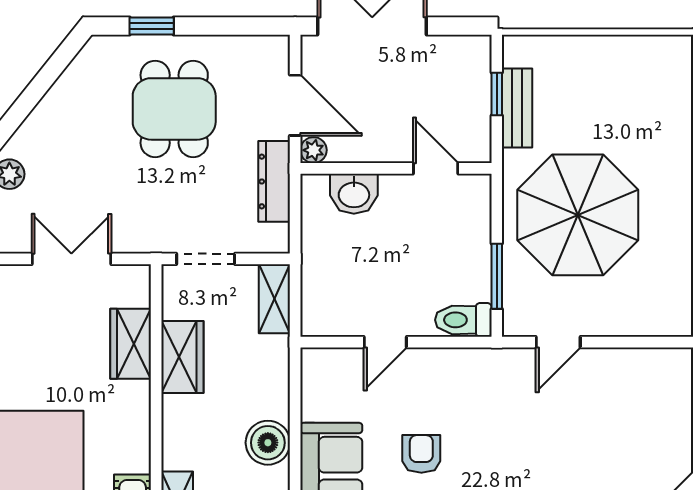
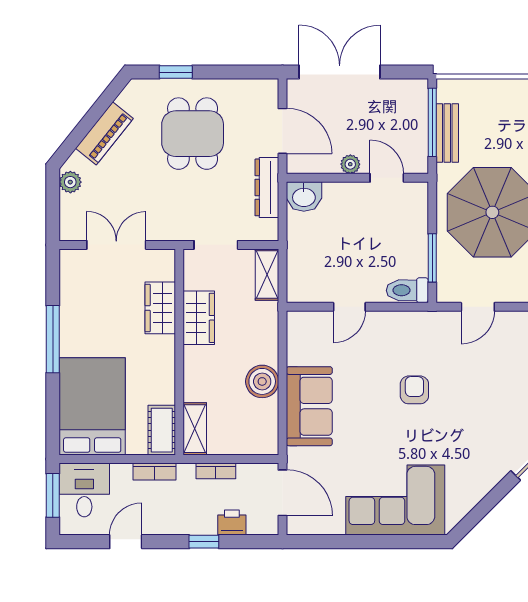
window: (497, 94) -> (432, 122), width x2.17
piano: (55, 109) -> (104, 133), added
plant: (313, 150) -> (350, 164), moved
washbasin: (354, 194) -> (304, 197), moved
armchair: (421, 454) -> (414, 390), moved

